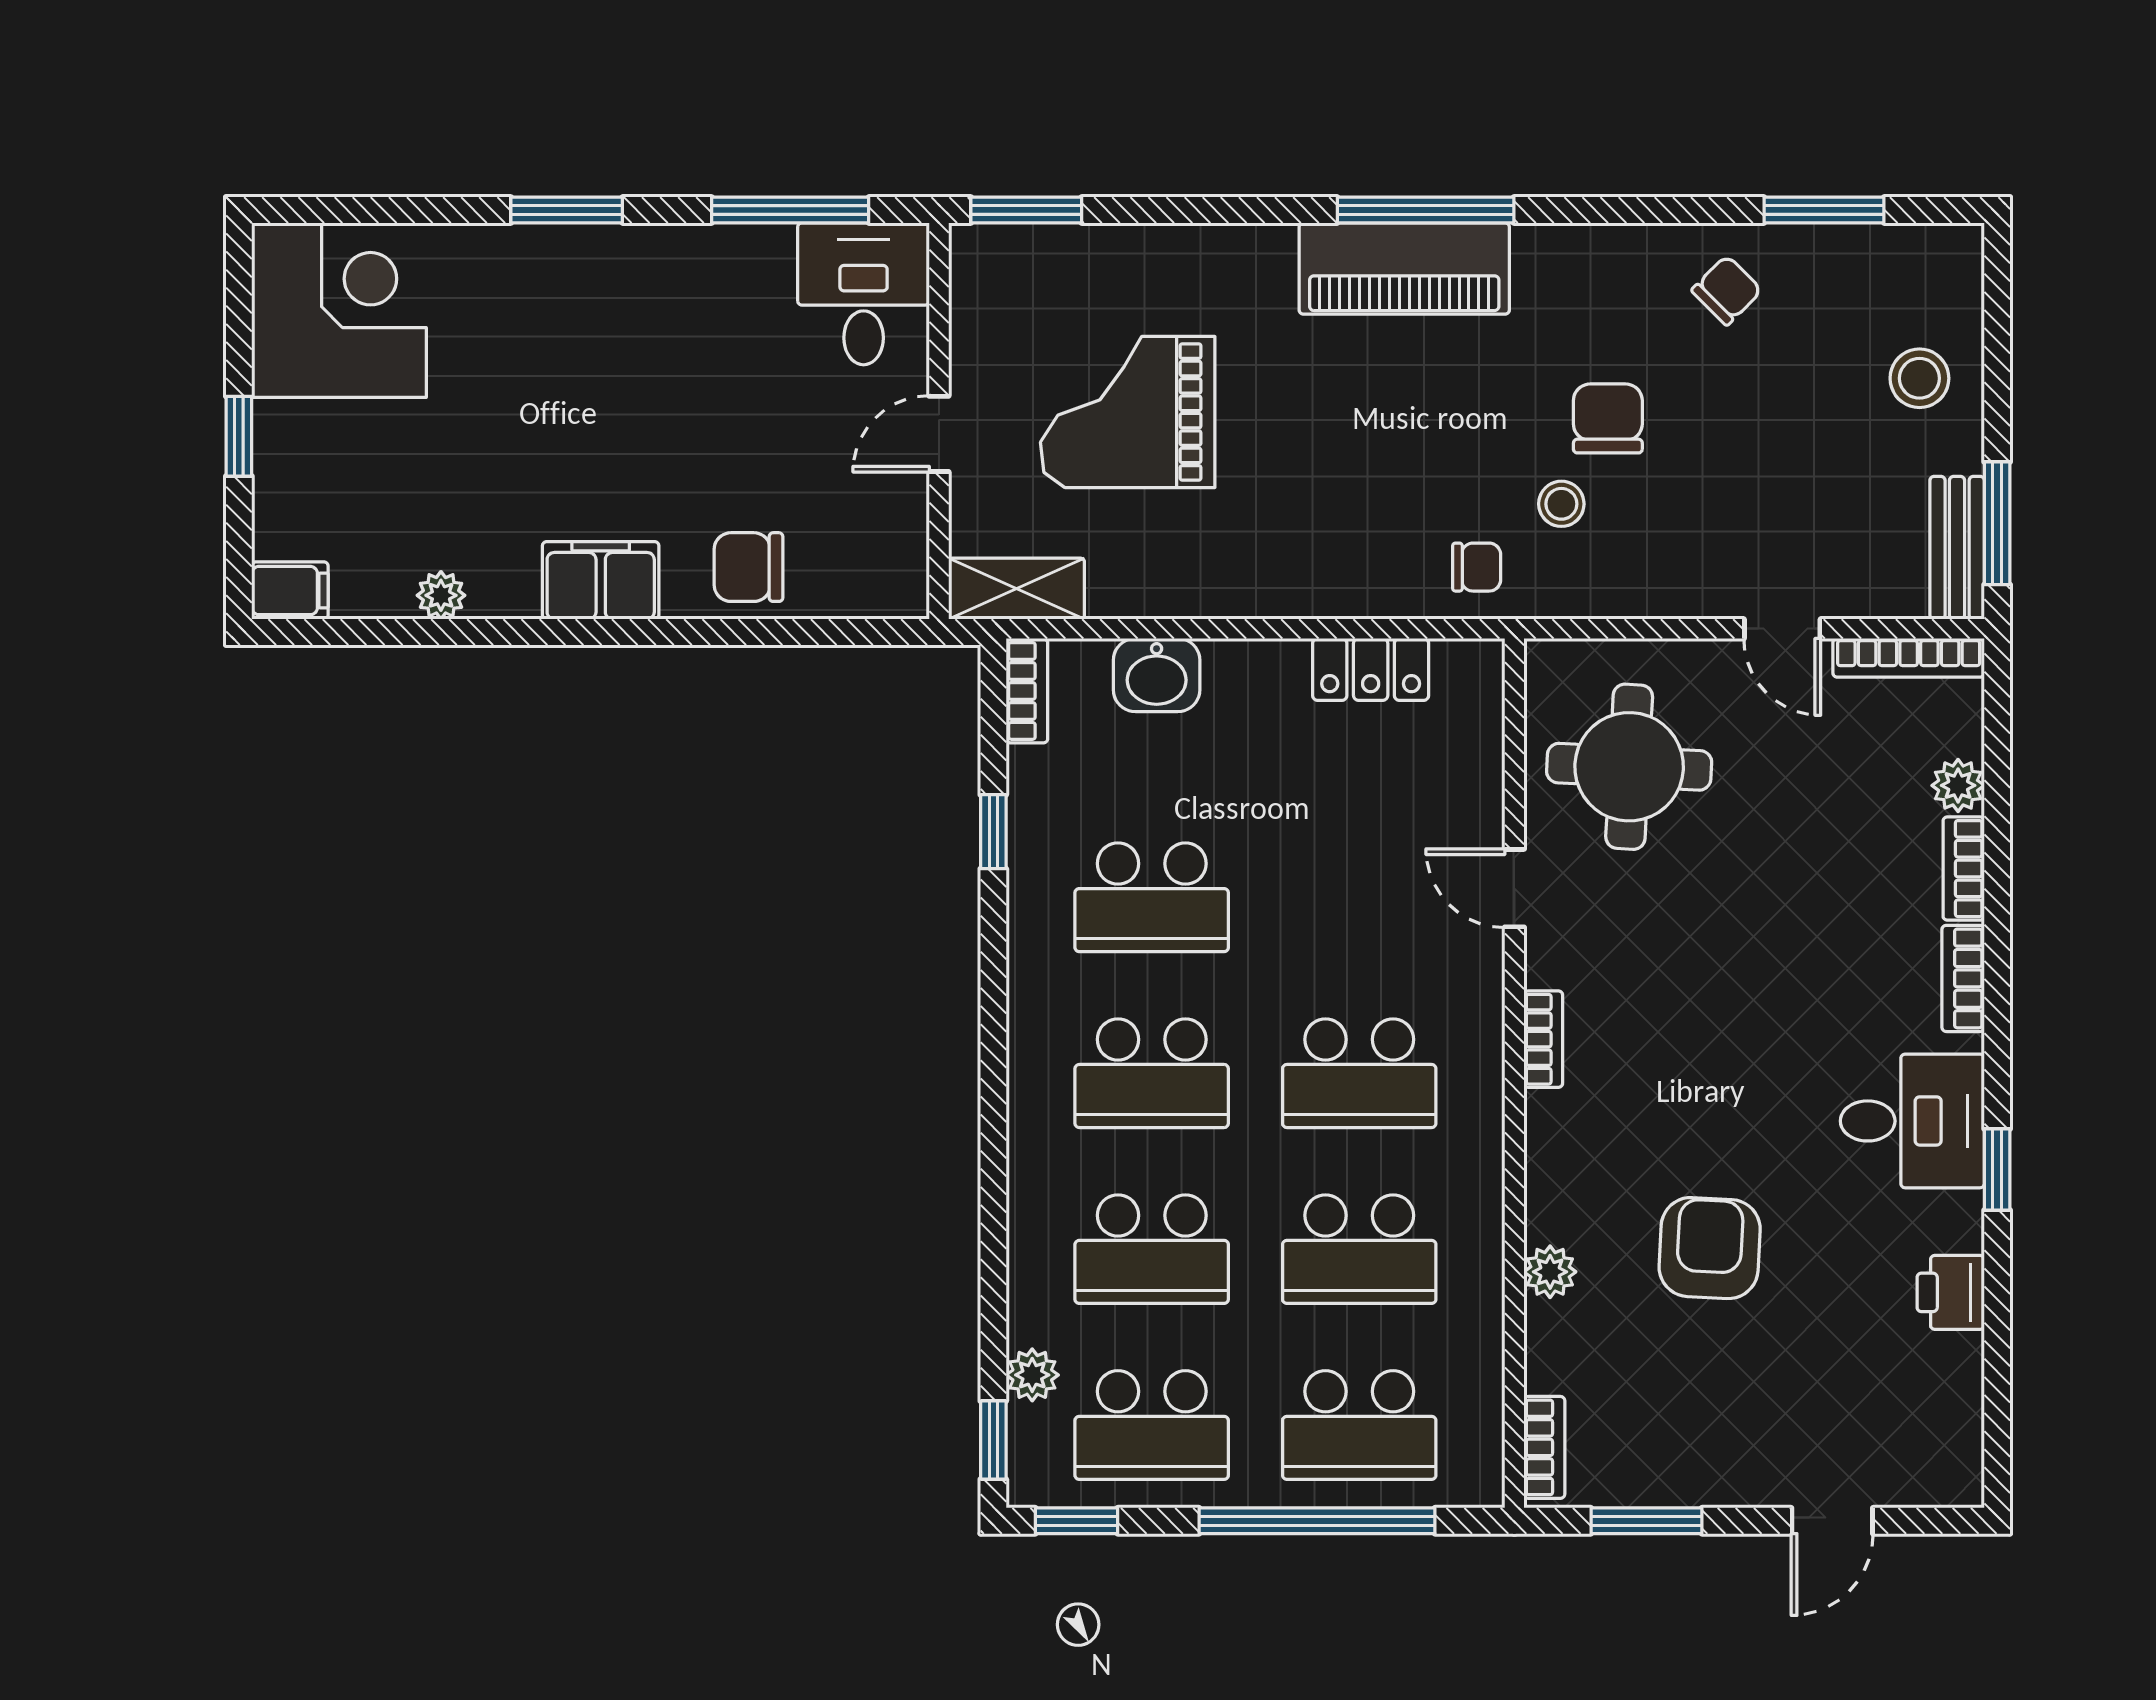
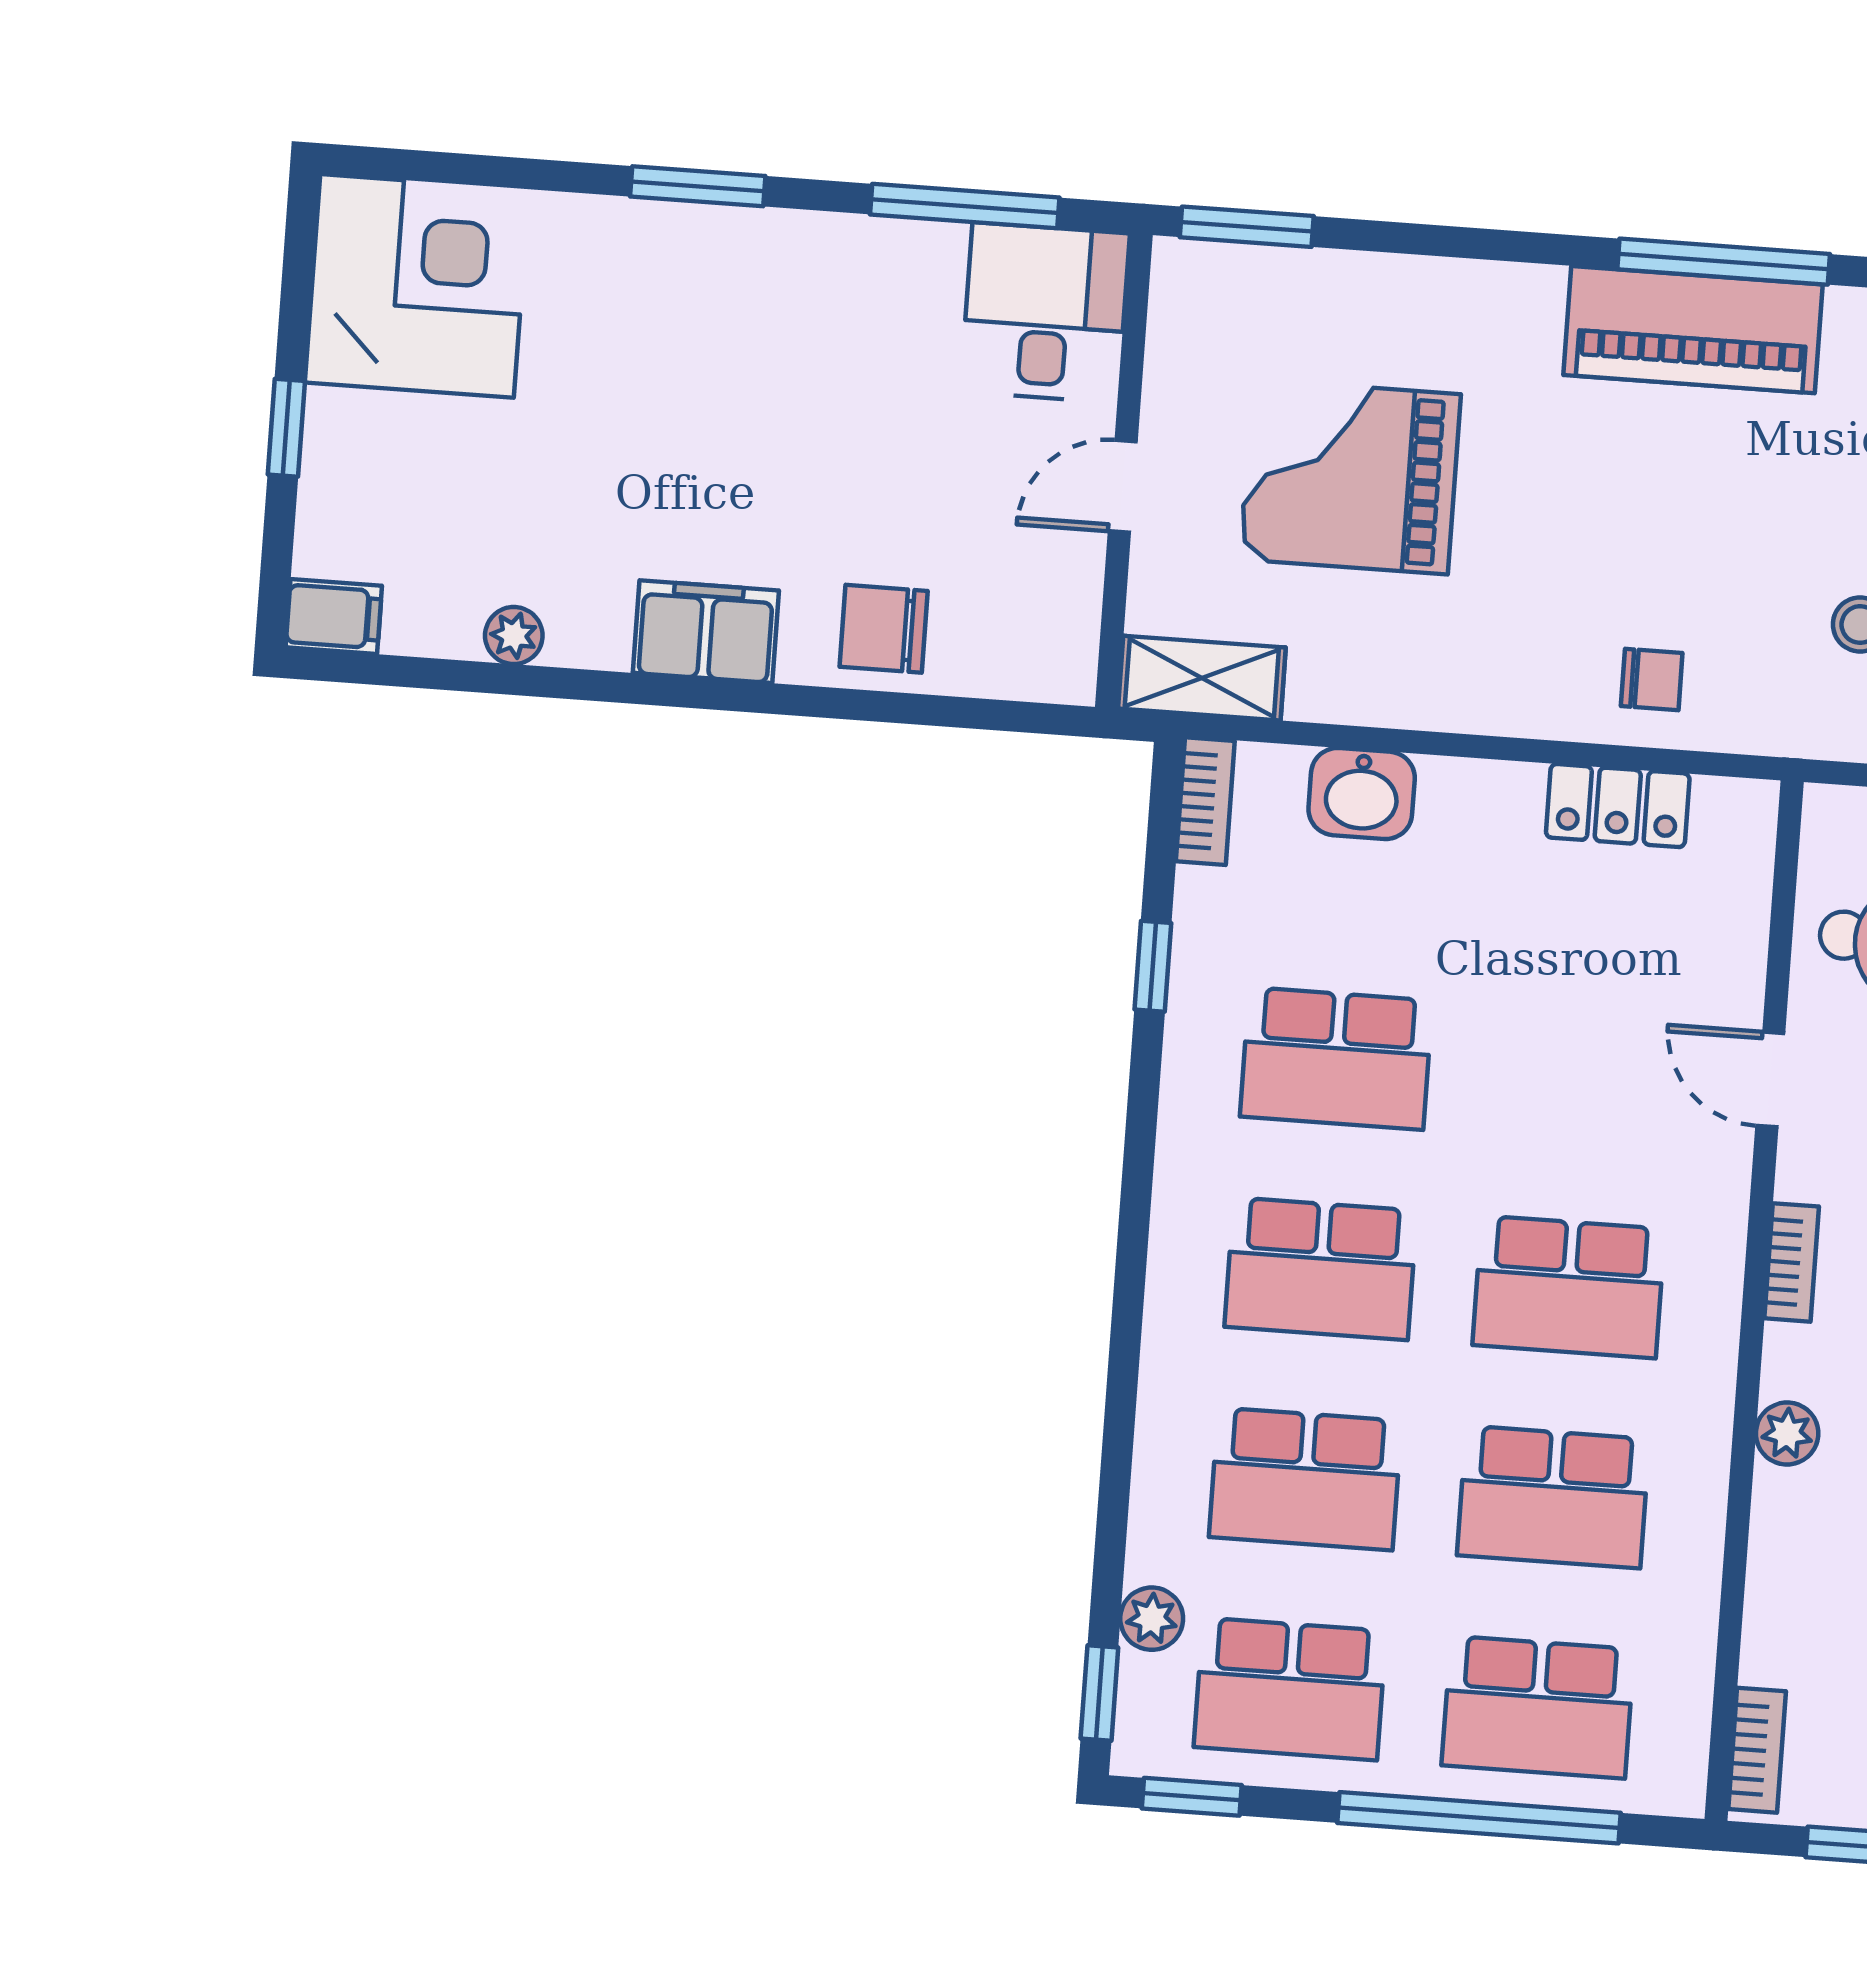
chair: (1477, 567) -> (1652, 679), moved
plant: (1550, 1272) -> (1787, 1433), moved

